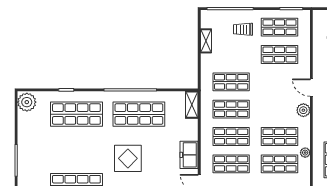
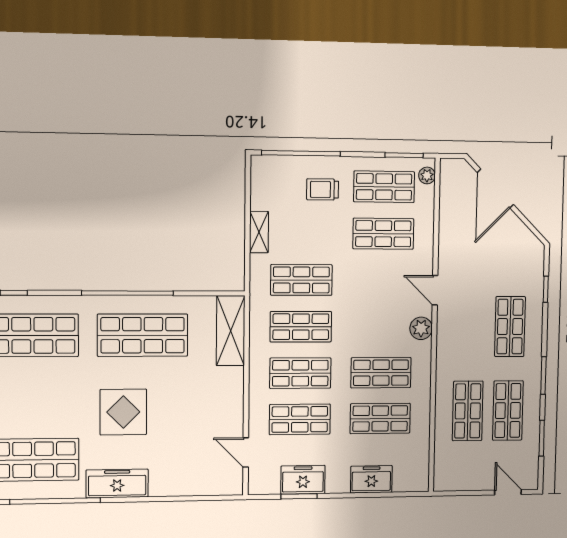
shelving: (206, 41) -> (259, 232), moved
shelving: (192, 105) -> (231, 331), width x1.50, depth x1.33
plant: (305, 153) -> (427, 175), moved
freezer: (189, 155) -> (229, 405), removed

